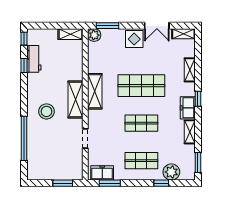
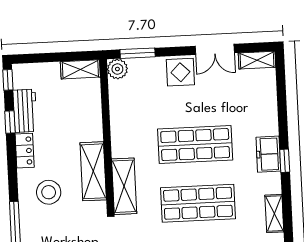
shelving: (190, 70) -> (270, 116), removed
locker: (32, 84) -> (25, 151), added
shelving: (95, 91) -> (124, 186), moved
freezer: (188, 108) -> (268, 154), moved
shop shelf: (141, 123) -> (198, 203), width x1.43, depth x1.36

